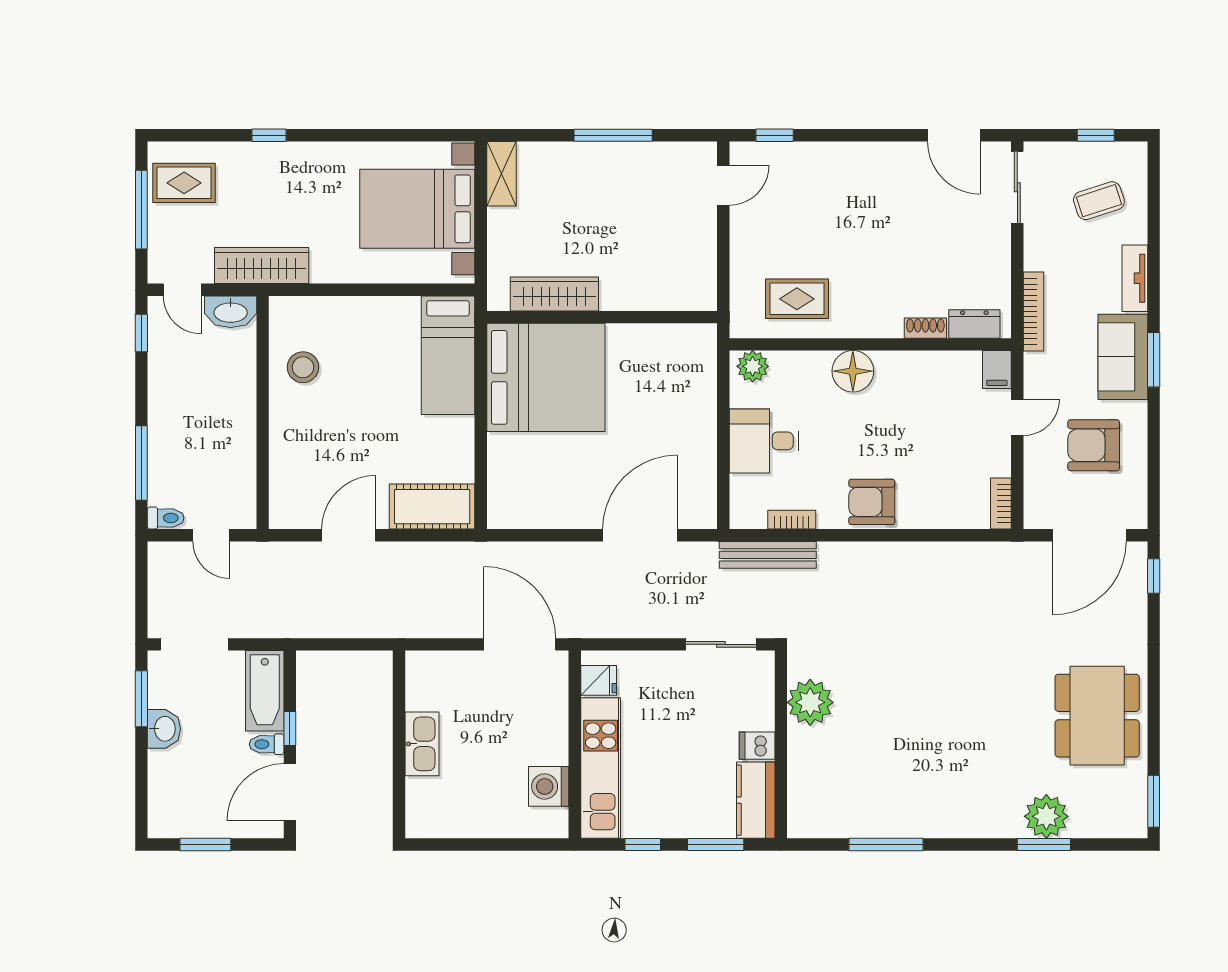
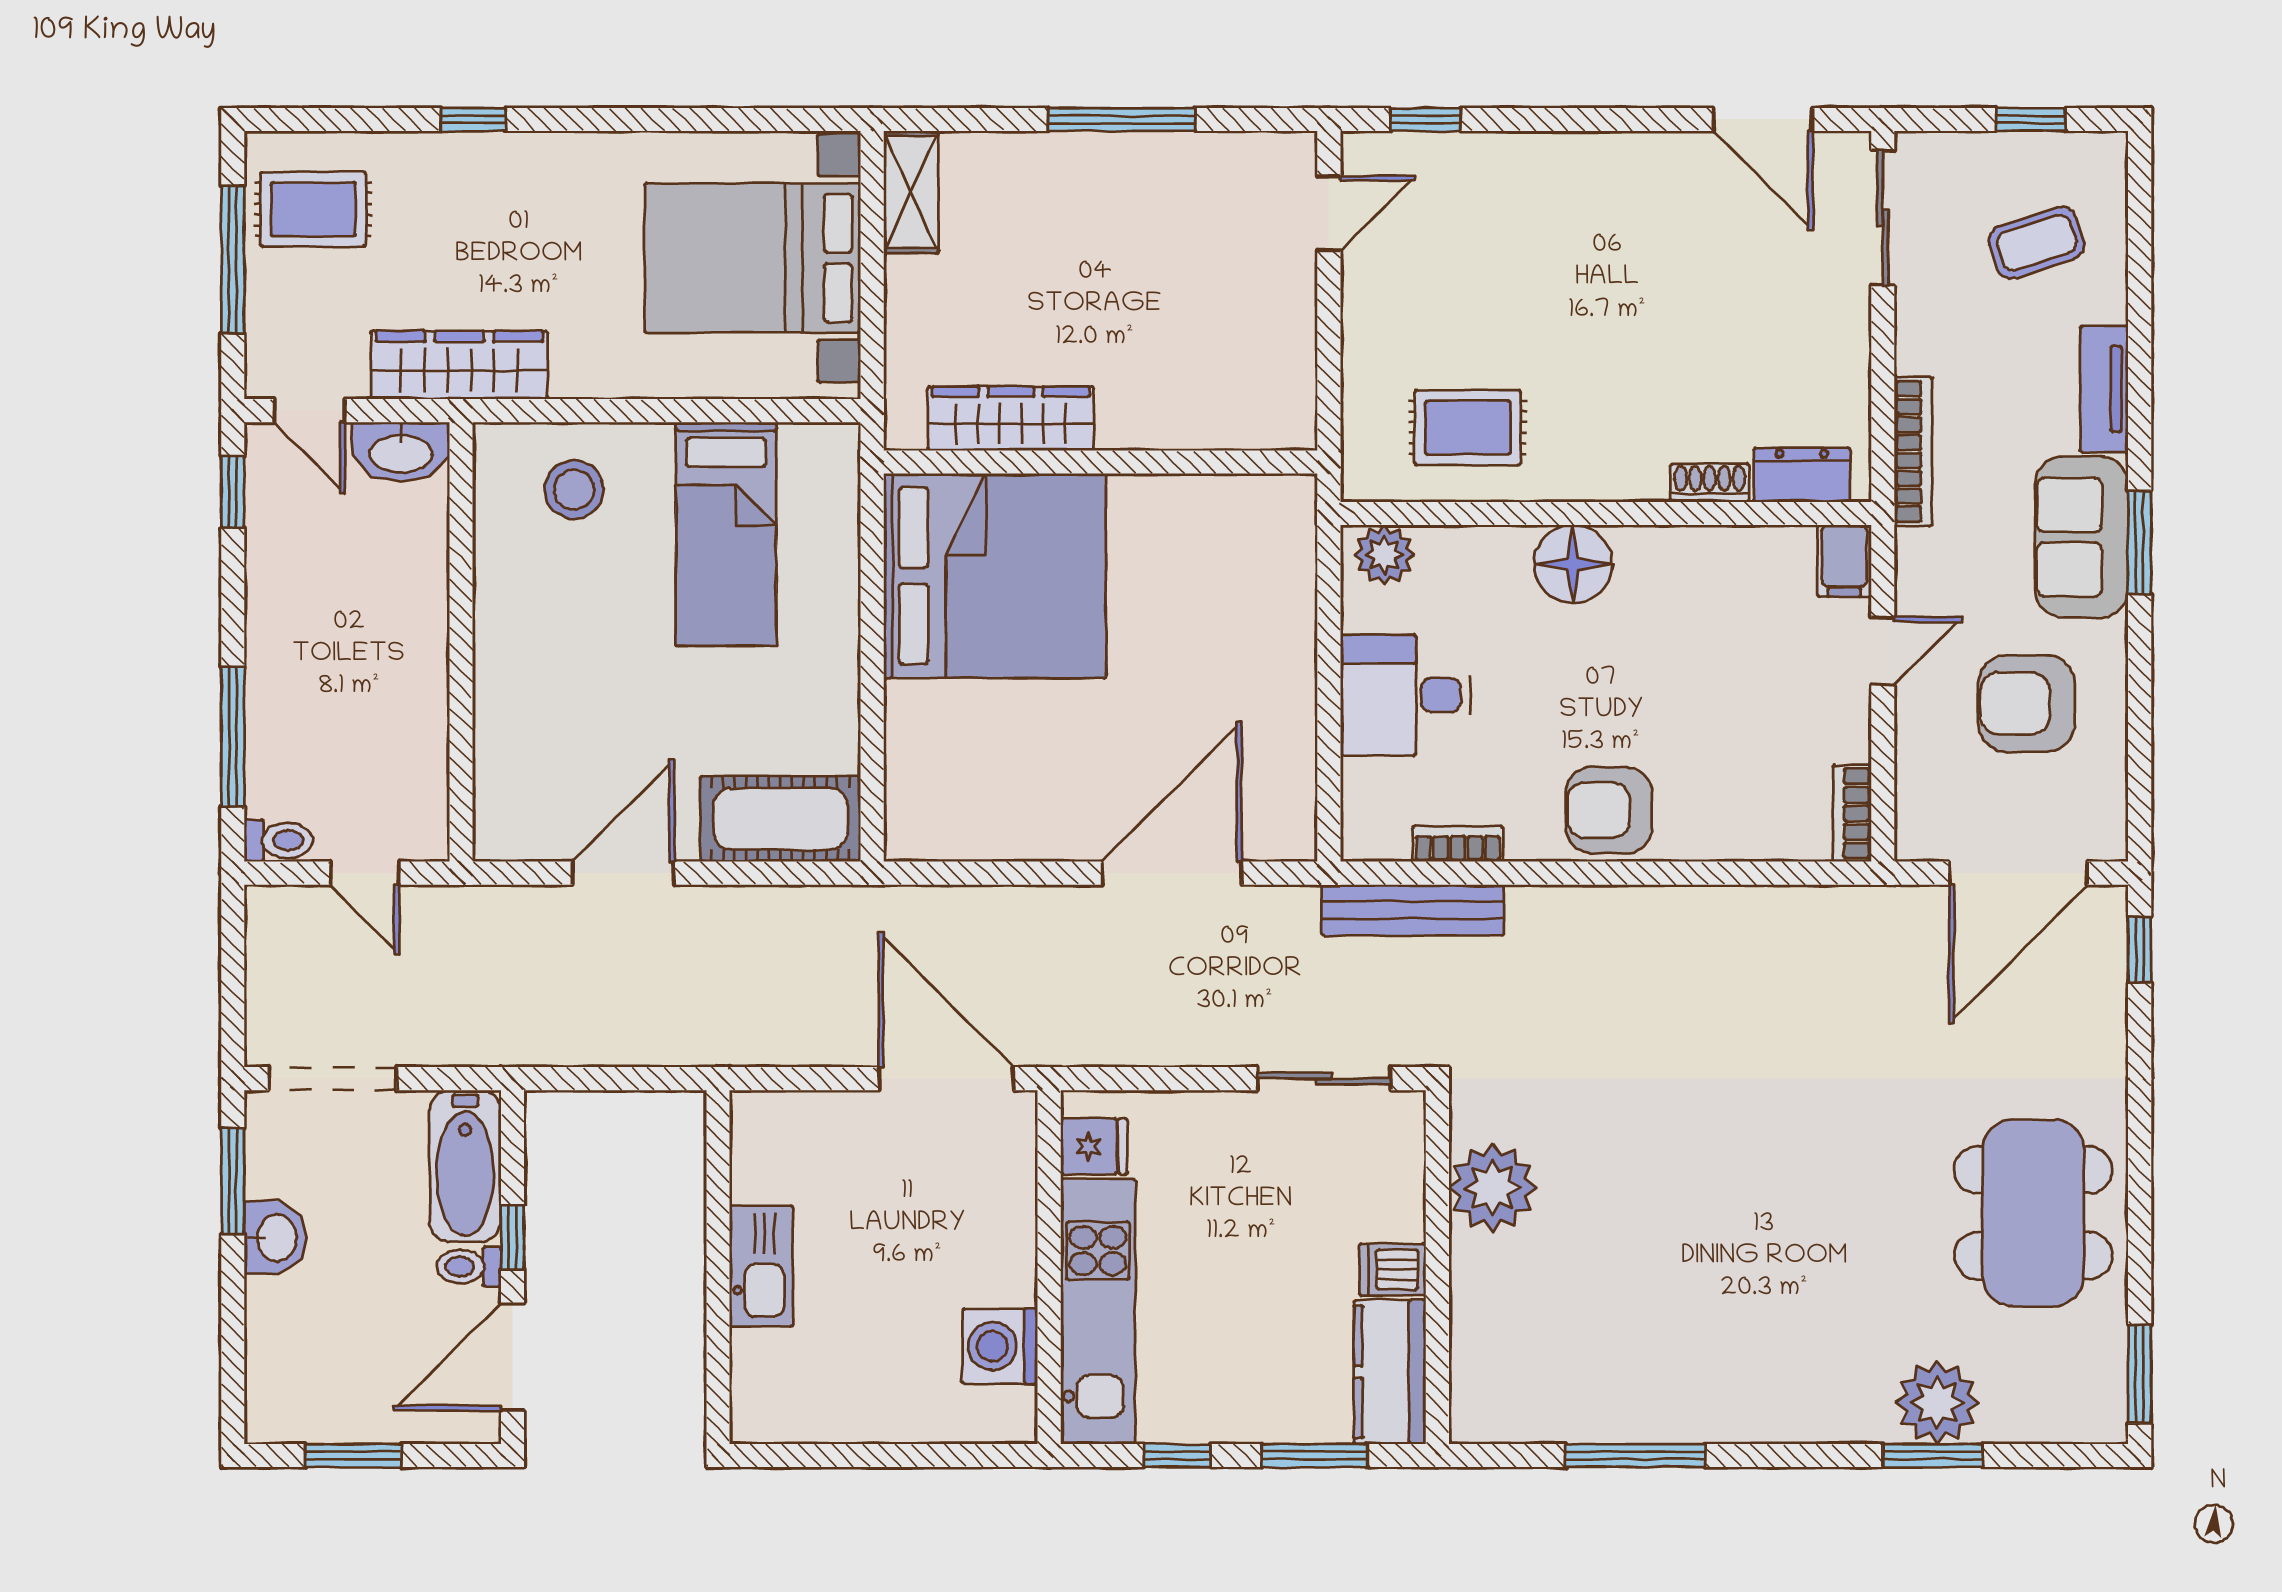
bed: (448, 355) -> (726, 534), moved
stool: (303, 367) -> (574, 490), moved

